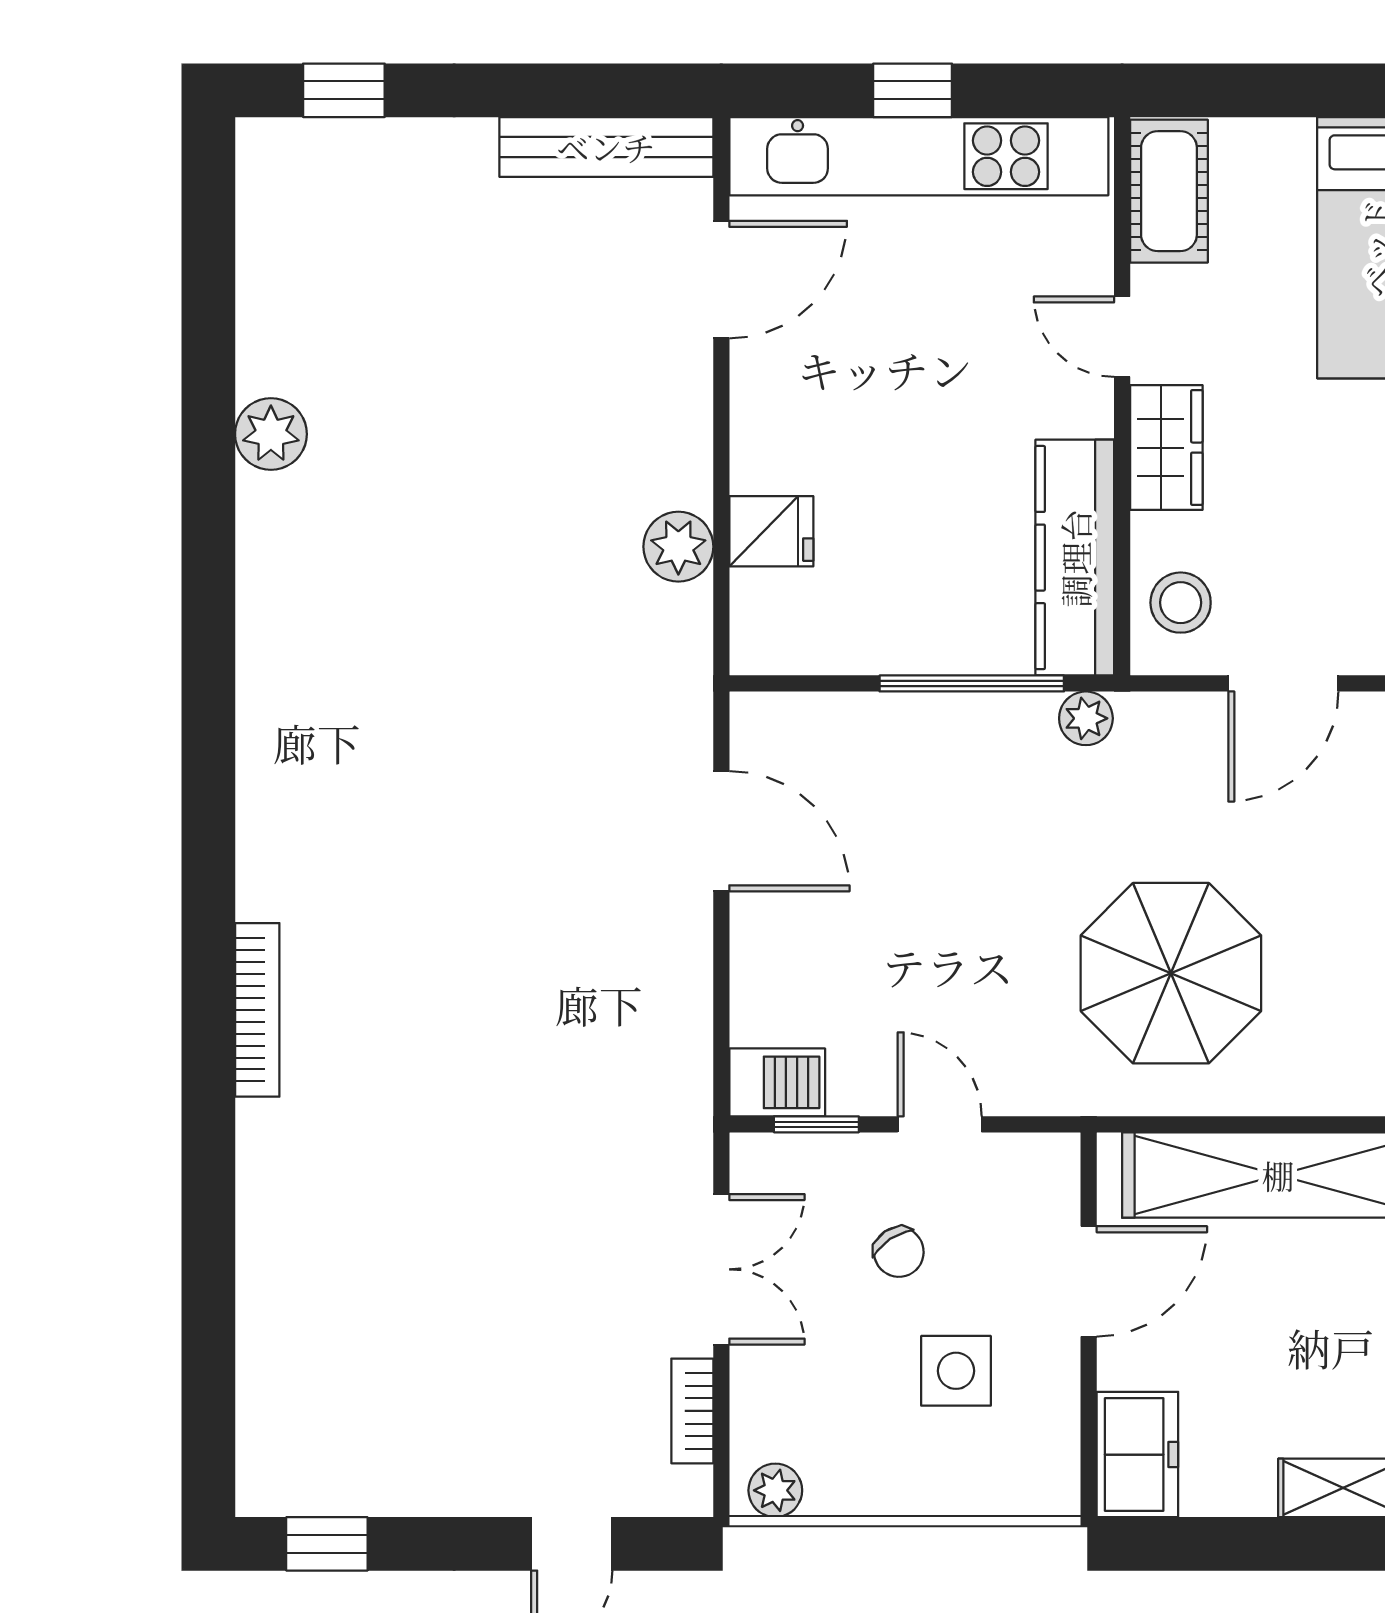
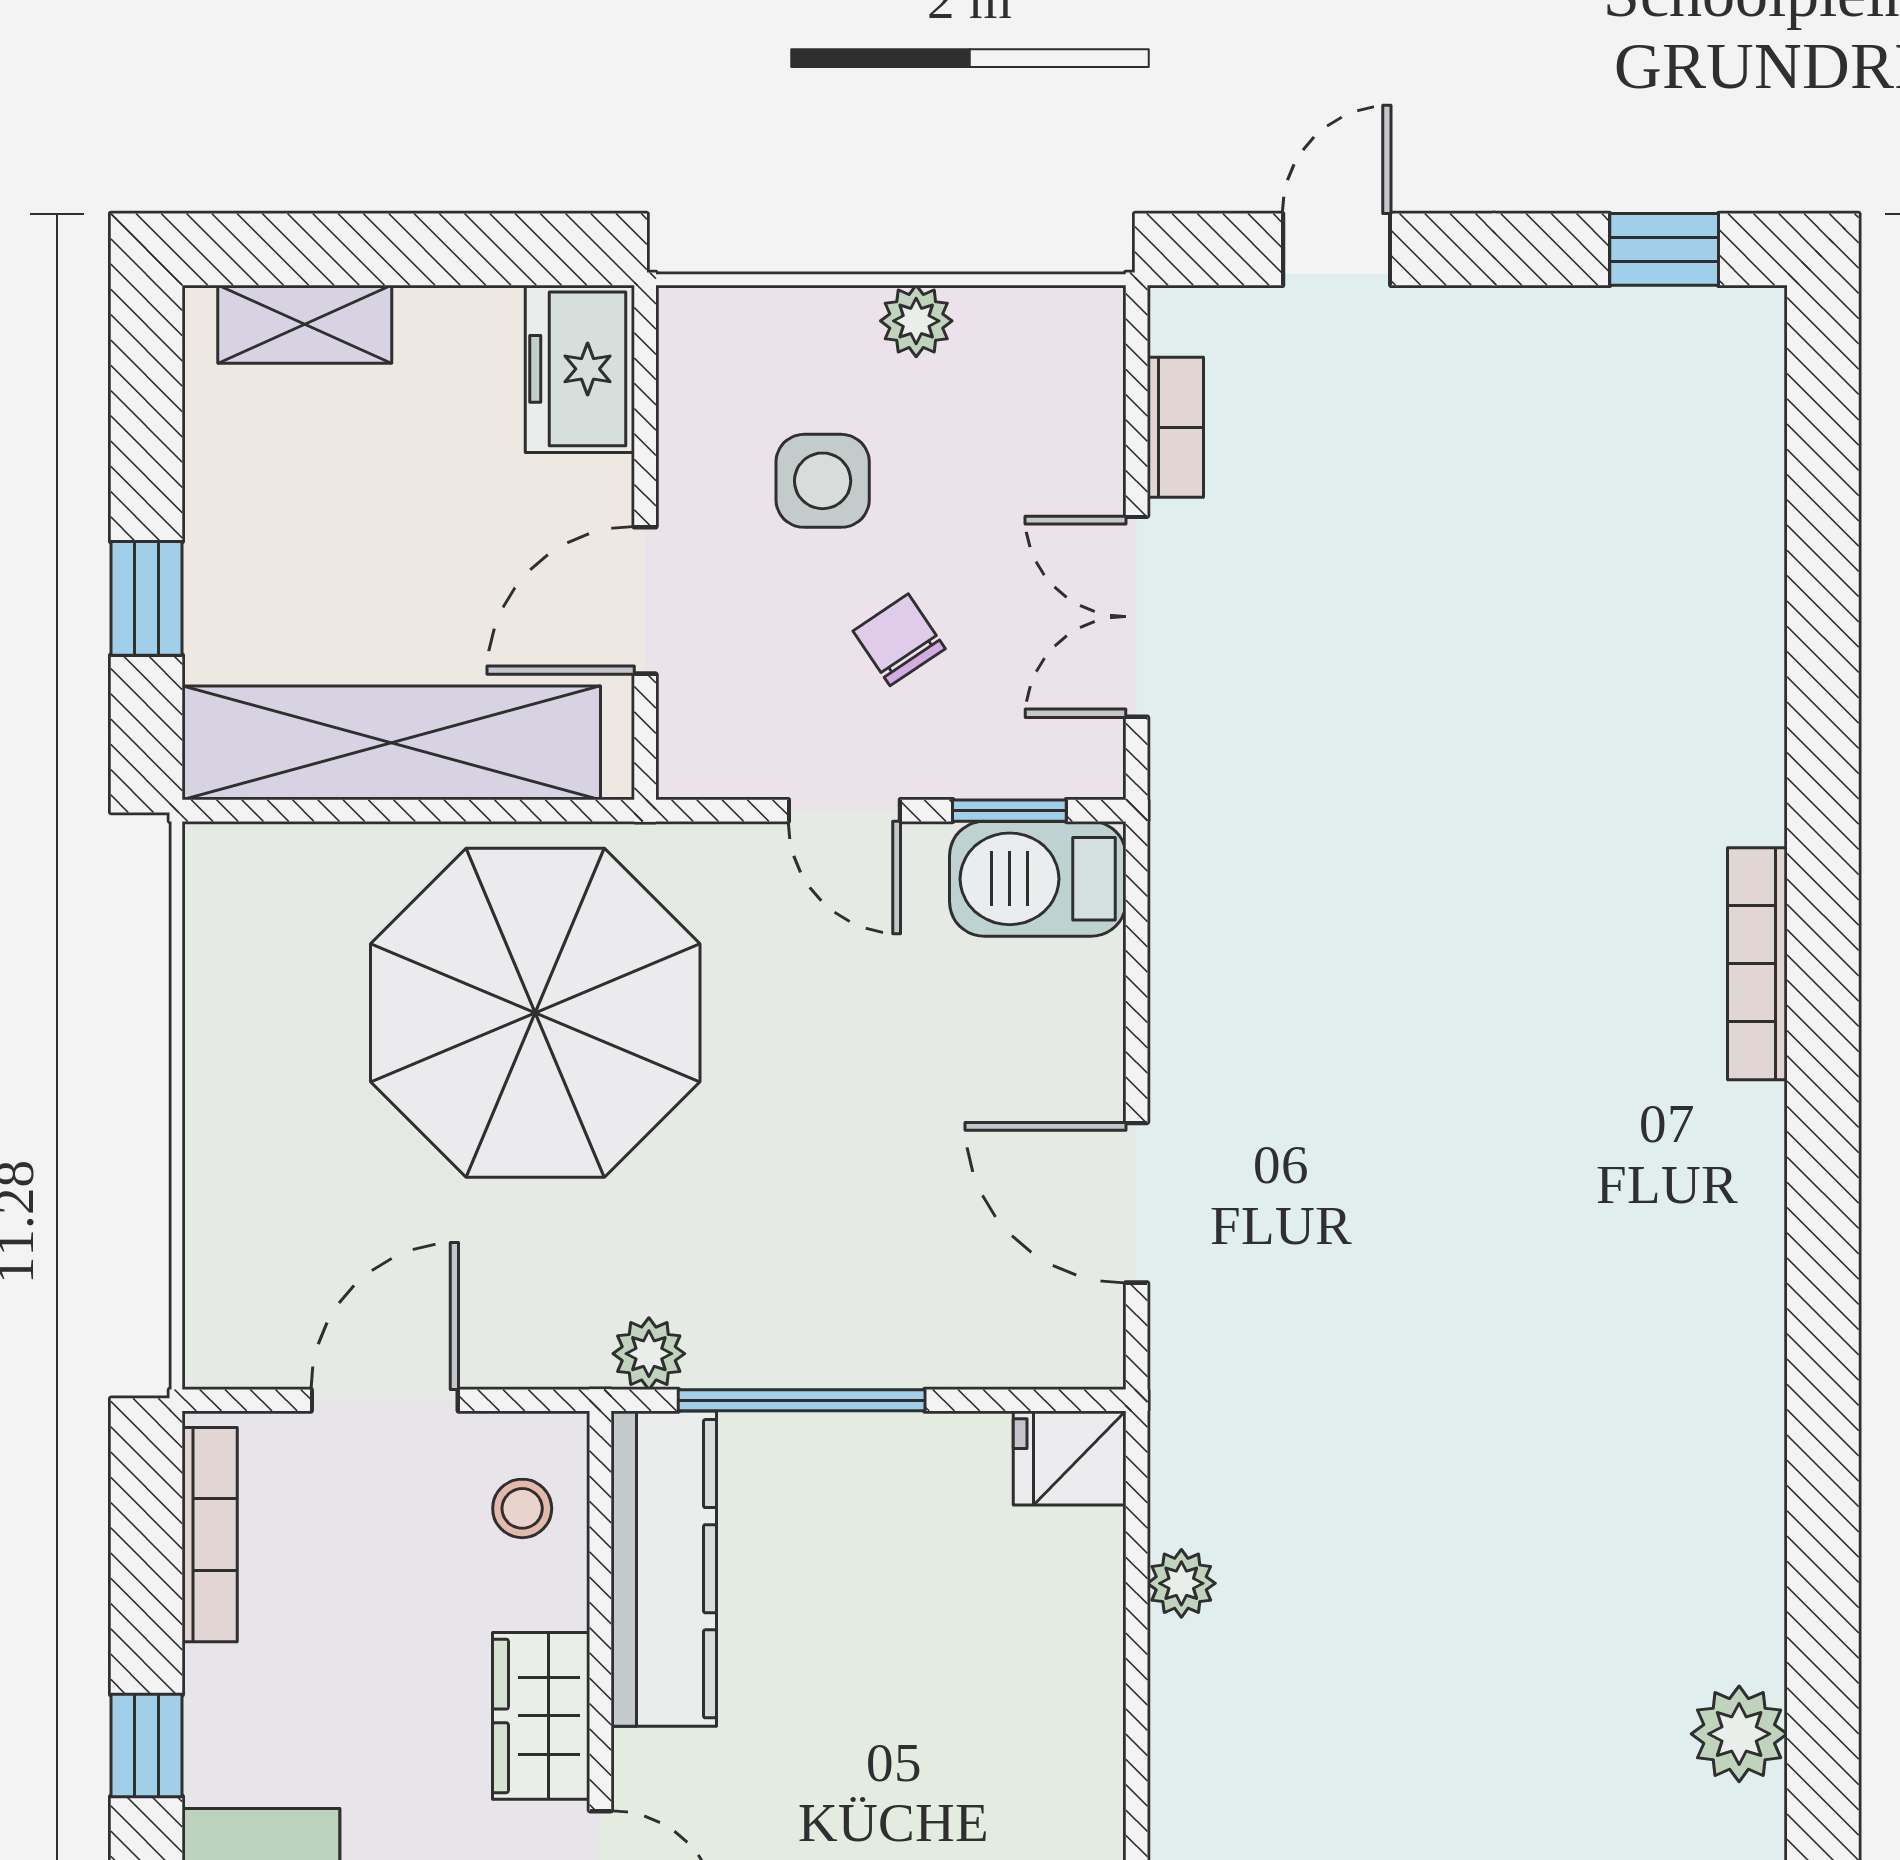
fridge: (771, 531) -> (1070, 1458), moved
plant: (678, 547) -> (1181, 1583), width x0.73, depth x0.73
stool: (1181, 603) -> (522, 1508), width x0.73, depth x0.73
parasol: (1171, 973) -> (535, 1013), width x1.36, depth x1.36
barbecue: (777, 1082) -> (1038, 879), width x1.38, depth x1.27
plant: (775, 1490) -> (916, 321), moved

